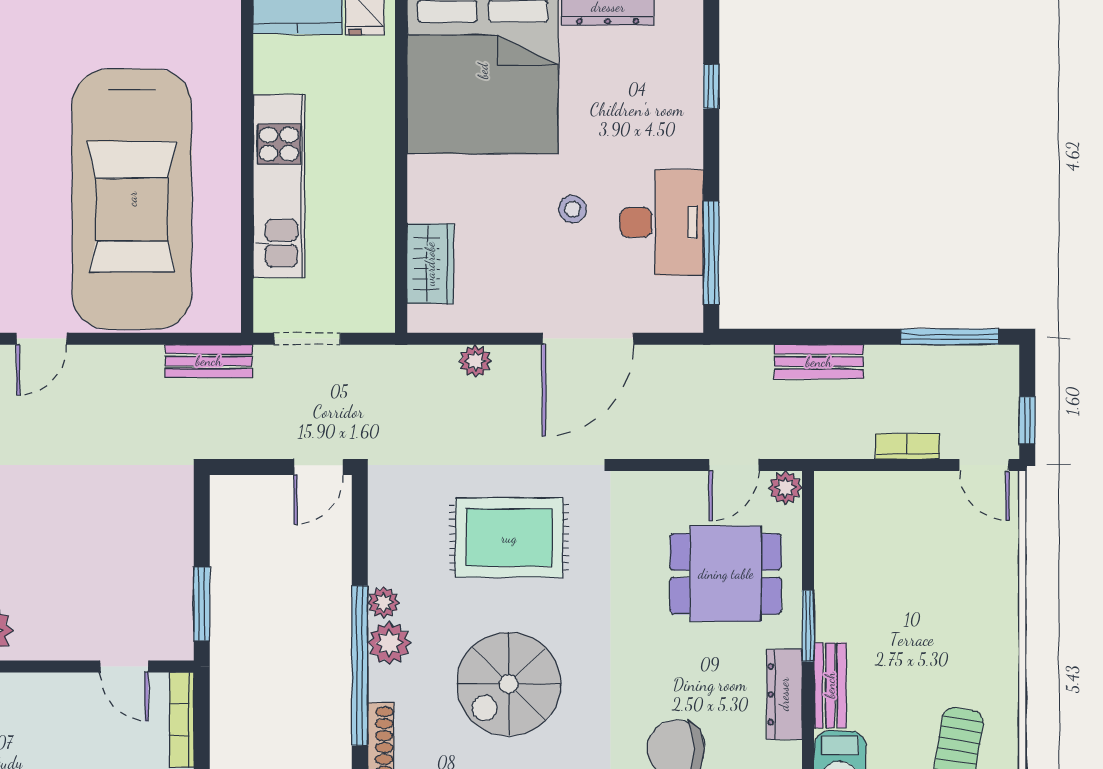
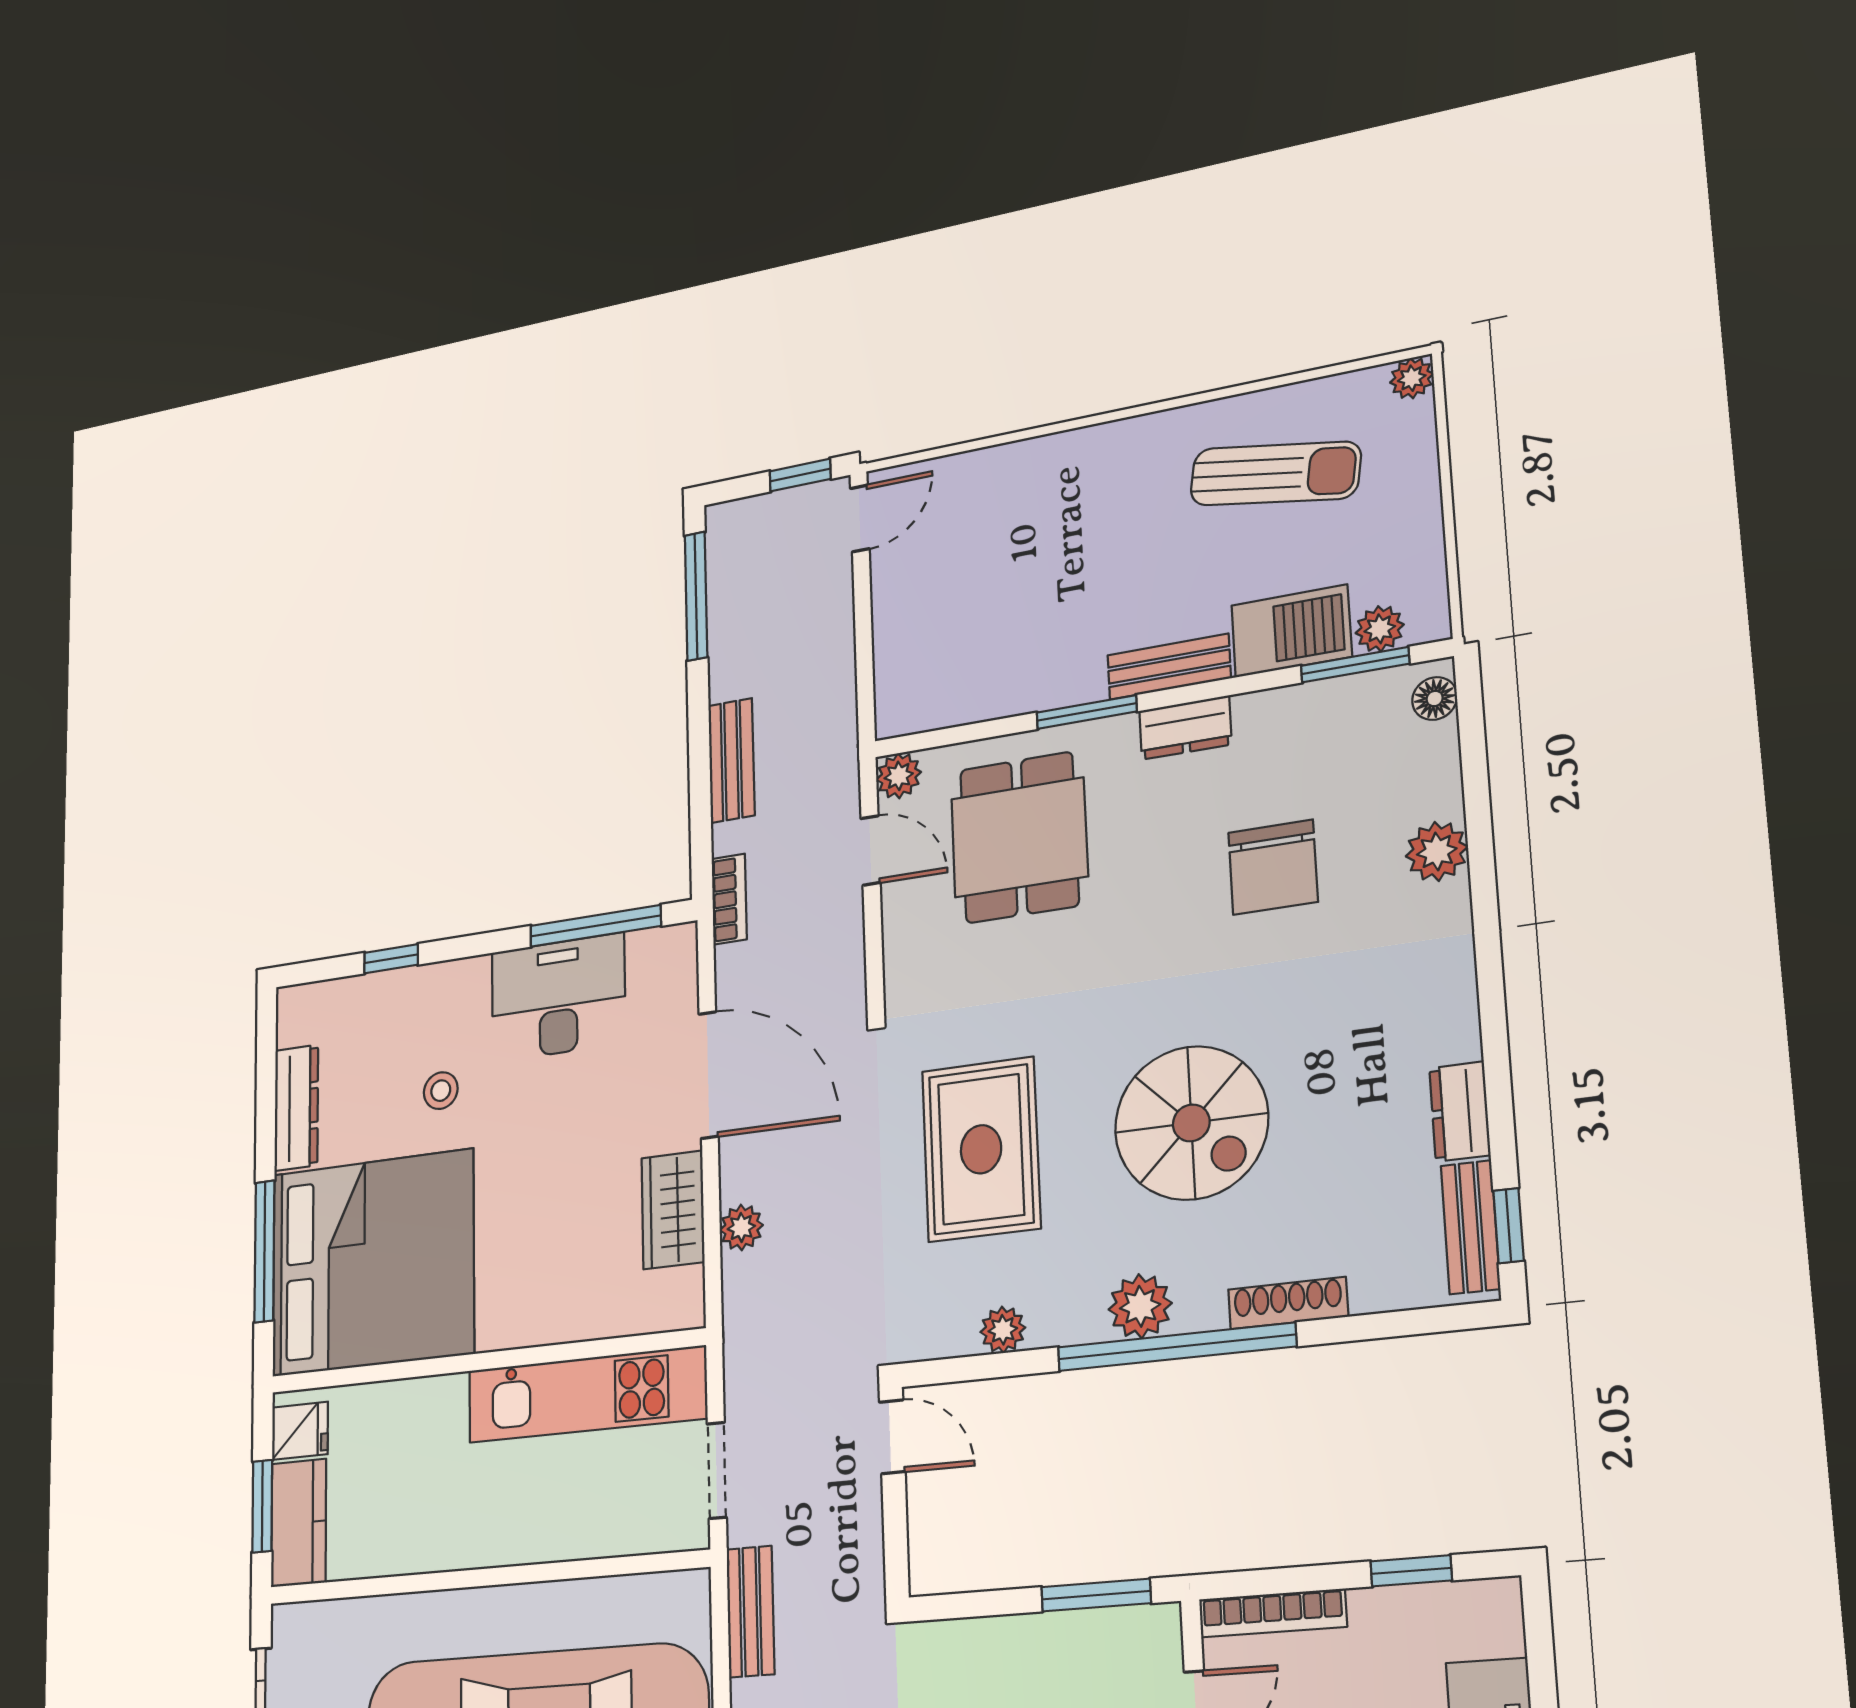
kitchen unit: (279, 186) -> (587, 1394), moved, turned 180
stool: (573, 209) -> (441, 1091), moved
wardrobe: (430, 264) -> (673, 1210), moved, turned -90
bookcase: (908, 446) -> (729, 899), moved, turned 180
plant: (383, 602) -> (1003, 1330), moved
dresser: (784, 694) -> (1185, 728), width x0.70

